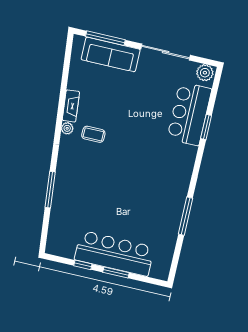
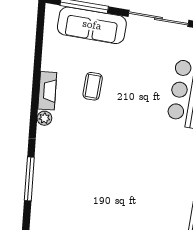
coffee table: (93, 134) -> (93, 86), moved, turned 90
window: (50, 190) -> (29, 179), moved

